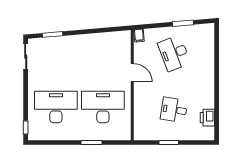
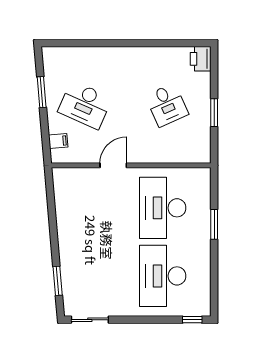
filing cabinet: (139, 36) -> (58, 141), moved
desk: (174, 53) -> (85, 105), turned 45
desk: (174, 110) -> (167, 105), turned -33
printer: (207, 118) -> (201, 59), moved, turned 90

